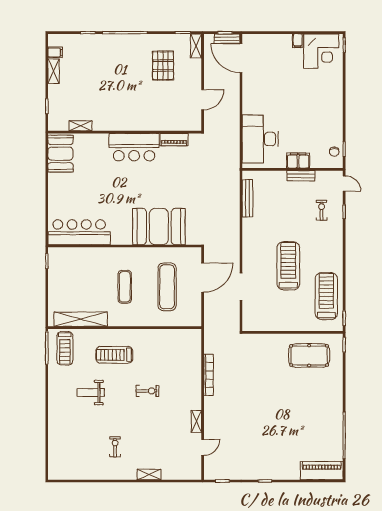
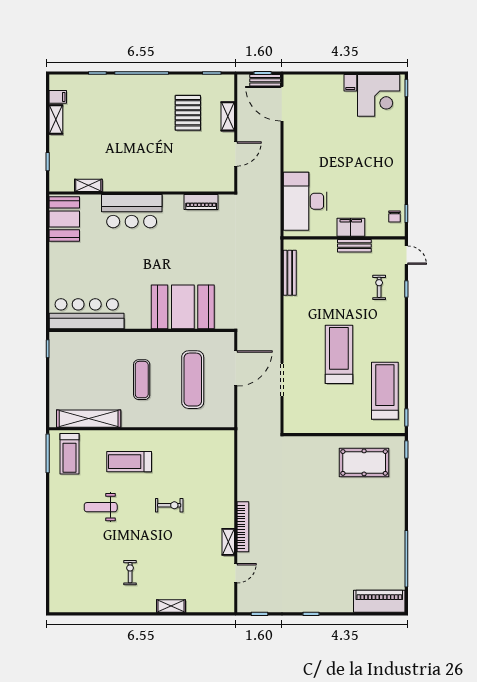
shelving: (196, 46) -> (228, 116), moved
bar counter: (134, 147) -> (132, 211), moved
bookcase: (209, 375) -> (243, 527), moved

